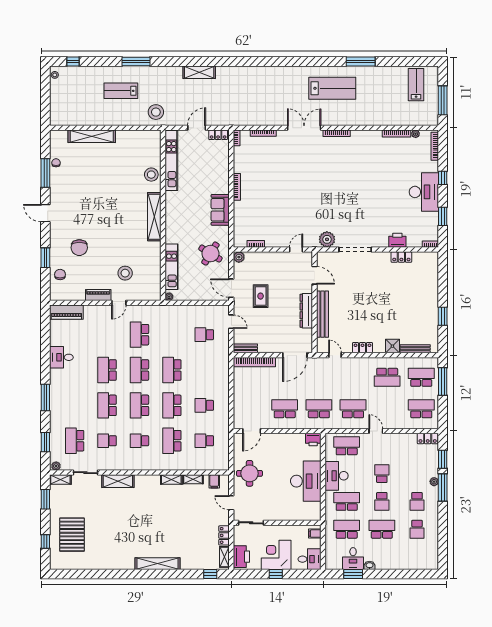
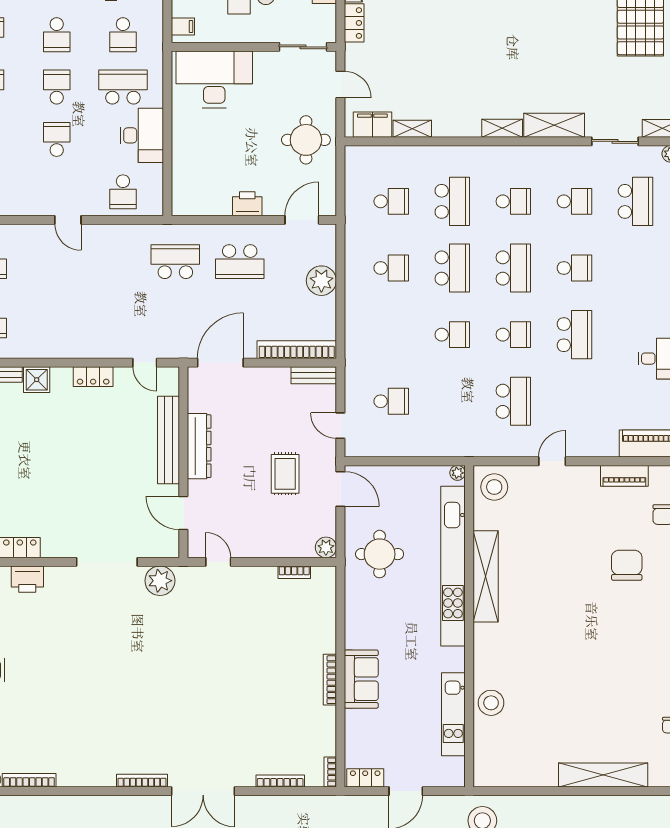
kitchen unit: (171, 160) -> (453, 714), width x0.73
sofa: (220, 210) -> (361, 679), moved
shelving: (154, 217) -> (486, 576), moved
door: (296, 249) -> (218, 562), swing flipped
round table: (210, 254) -> (380, 554), turned -32
kitchen unit: (171, 267) -> (453, 566), width x1.86
stool: (125, 273) -> (494, 487), moved
piano: (98, 295) -> (624, 476), moved
school desk: (139, 370) -> (513, 335), width x0.54
school desk: (172, 370) -> (452, 335), width x0.54
school desk: (387, 377) -> (47, 321), removed
plant: (241, 399) -> (321, 281), added
school desk: (107, 405) -> (574, 268), width x0.54
school desk: (319, 409) -> (175, 262), turned 180
school desk: (353, 409) -> (111, 262), removed
printer: (313, 439) -> (247, 204), moved
school desk: (347, 446) -> (123, 192), width x0.54
school desk: (382, 474) -> (57, 139), turned 180
shelving: (171, 480) -> (502, 128), moved
filing cabinet: (214, 481) -> (372, 125), width x2.00
desk: (306, 481) -> (214, 79), moved, turned 90
school desk: (347, 501) -> (123, 87), turned 180
school desk: (347, 529) -> (123, 35), width x0.54
school desk: (382, 529) -> (57, 35), width x0.54

